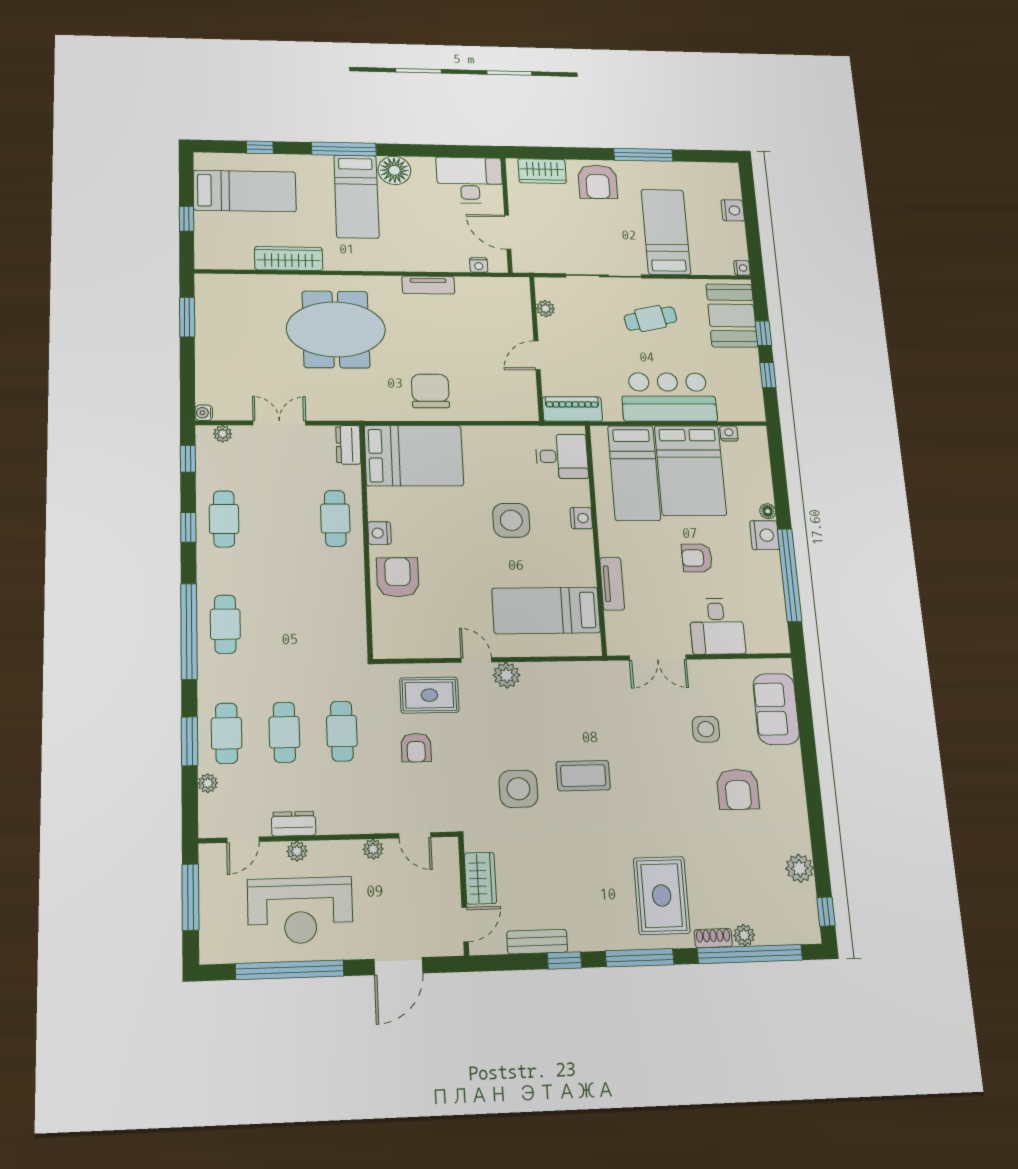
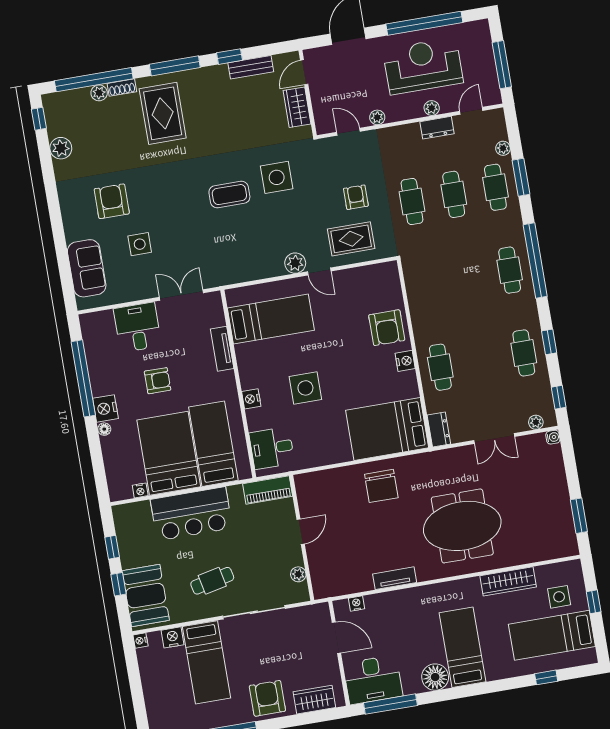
window: (344, 149) -> (390, 704), moved
nightstand: (733, 210) -> (173, 637), moved, turned 90
side table: (228, 231) -> (559, 597), added

